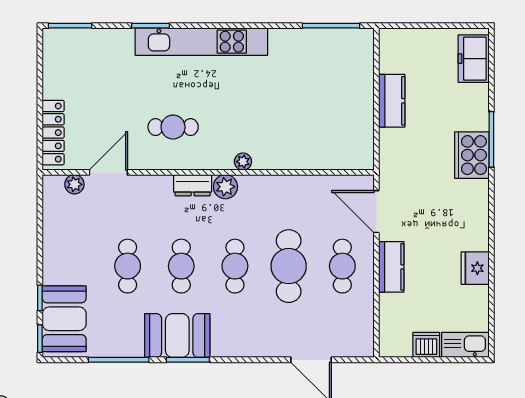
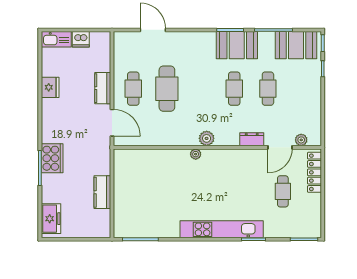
cafe table: (173, 127) -> (283, 191), moved, turned 90
dresser: (193, 185) -> (252, 139), moved
cafe table: (235, 266) -> (201, 89), removed
booth: (64, 319) -> (296, 45), moved, turned 90

